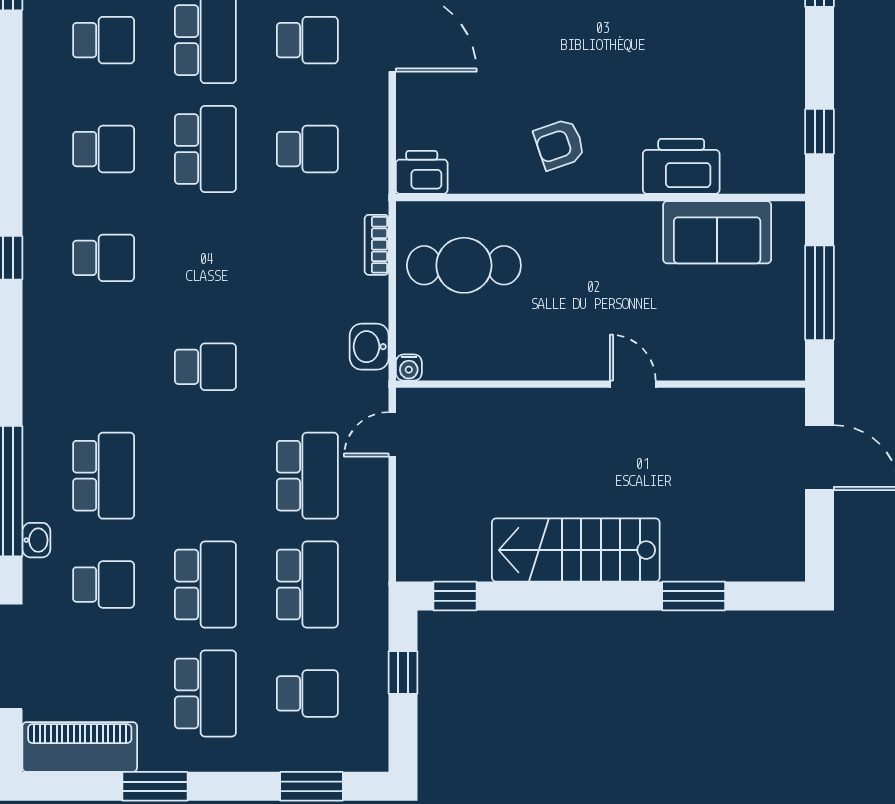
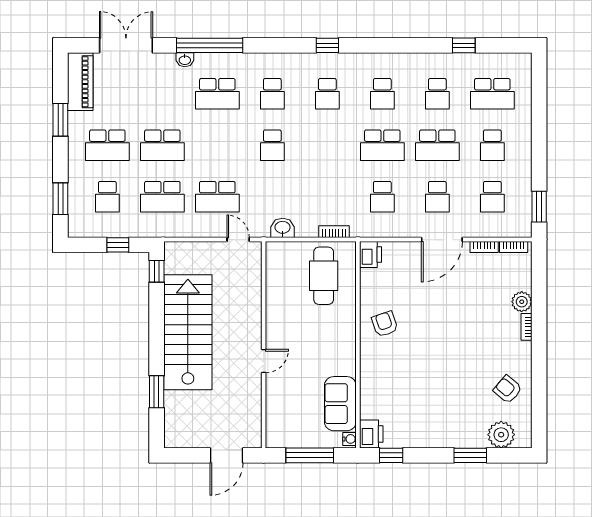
printer: (681, 166) -> (371, 434), moved, width x0.73, depth x0.84
water cooler: (409, 368) -> (349, 439), moved, turned 180
stairs: (576, 550) -> (188, 332), width x1.36, depth x1.51
school desk: (104, 585) -> (272, 94), moved

